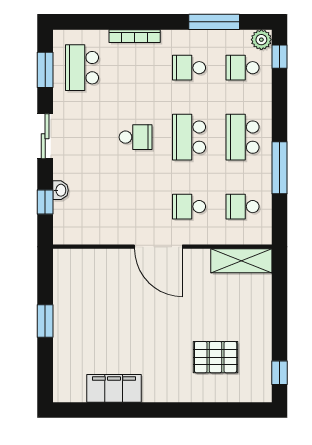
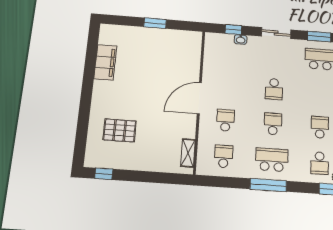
school desk: (243, 68) -> (320, 163), turned 180
school desk: (189, 137) -> (273, 124), width x0.54
window: (280, 168) -> (268, 185), moved
shelving: (241, 261) -> (188, 153), width x0.67, depth x0.75
pallet: (216, 357) -> (120, 130), turned 90

